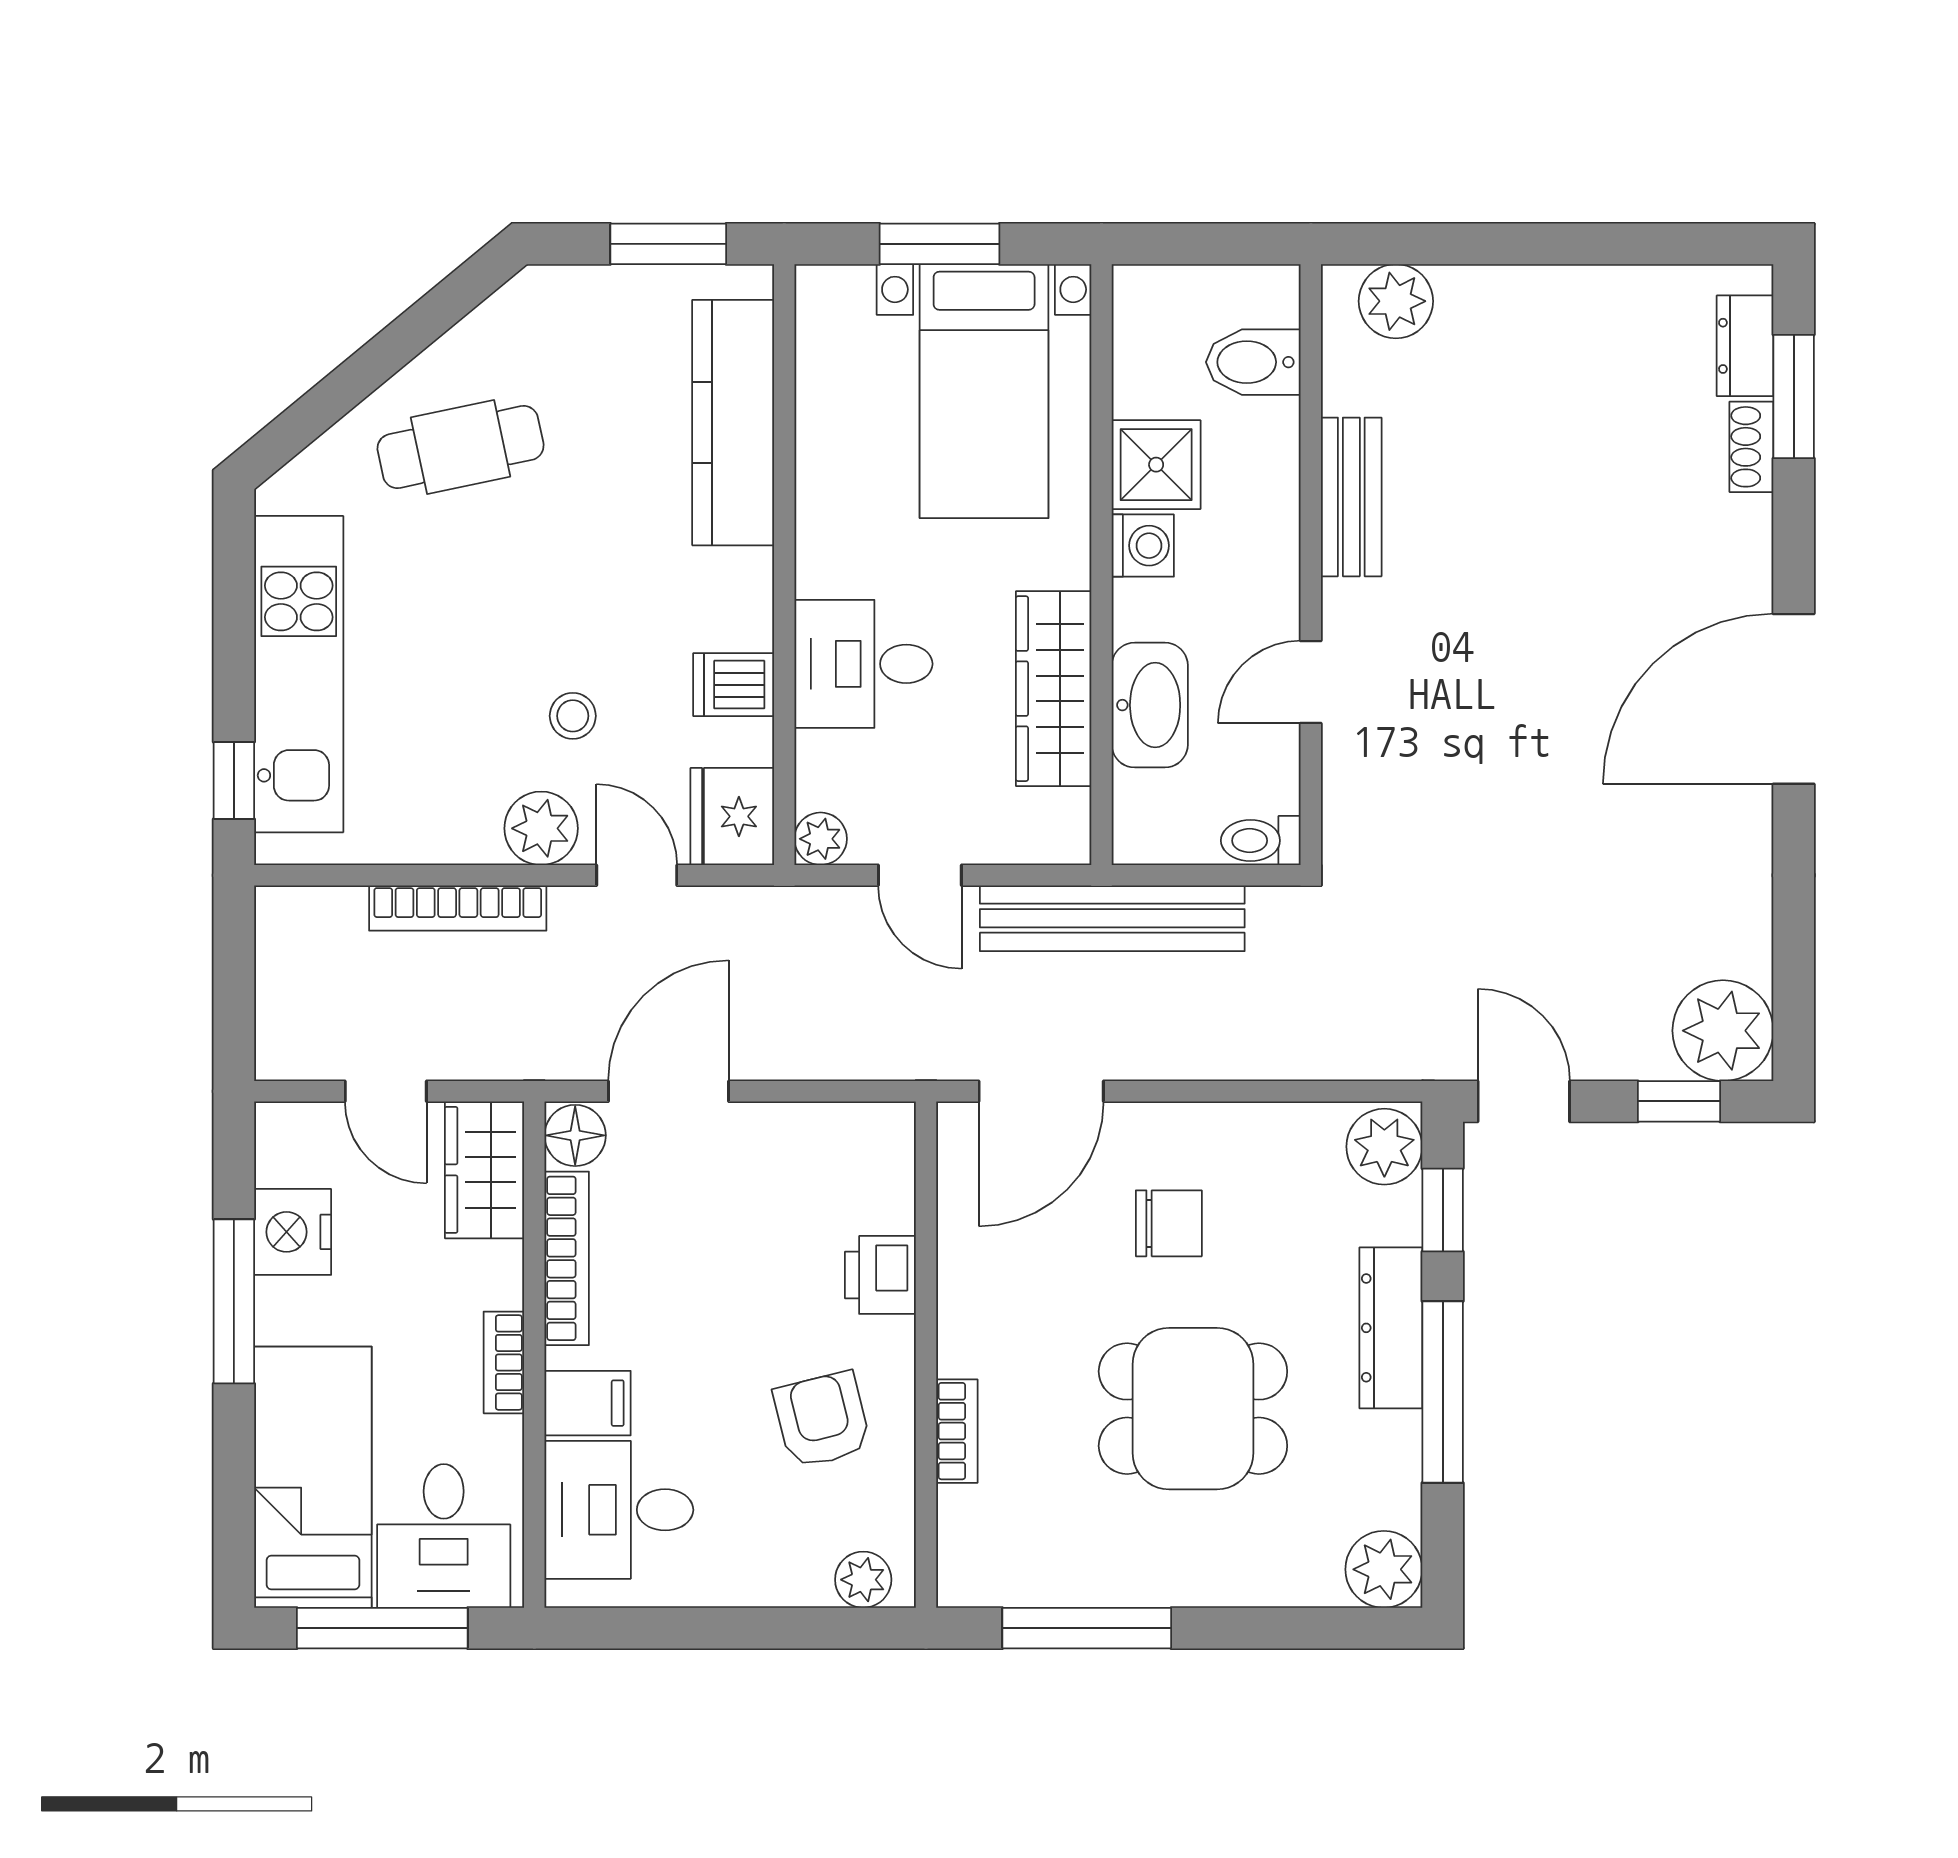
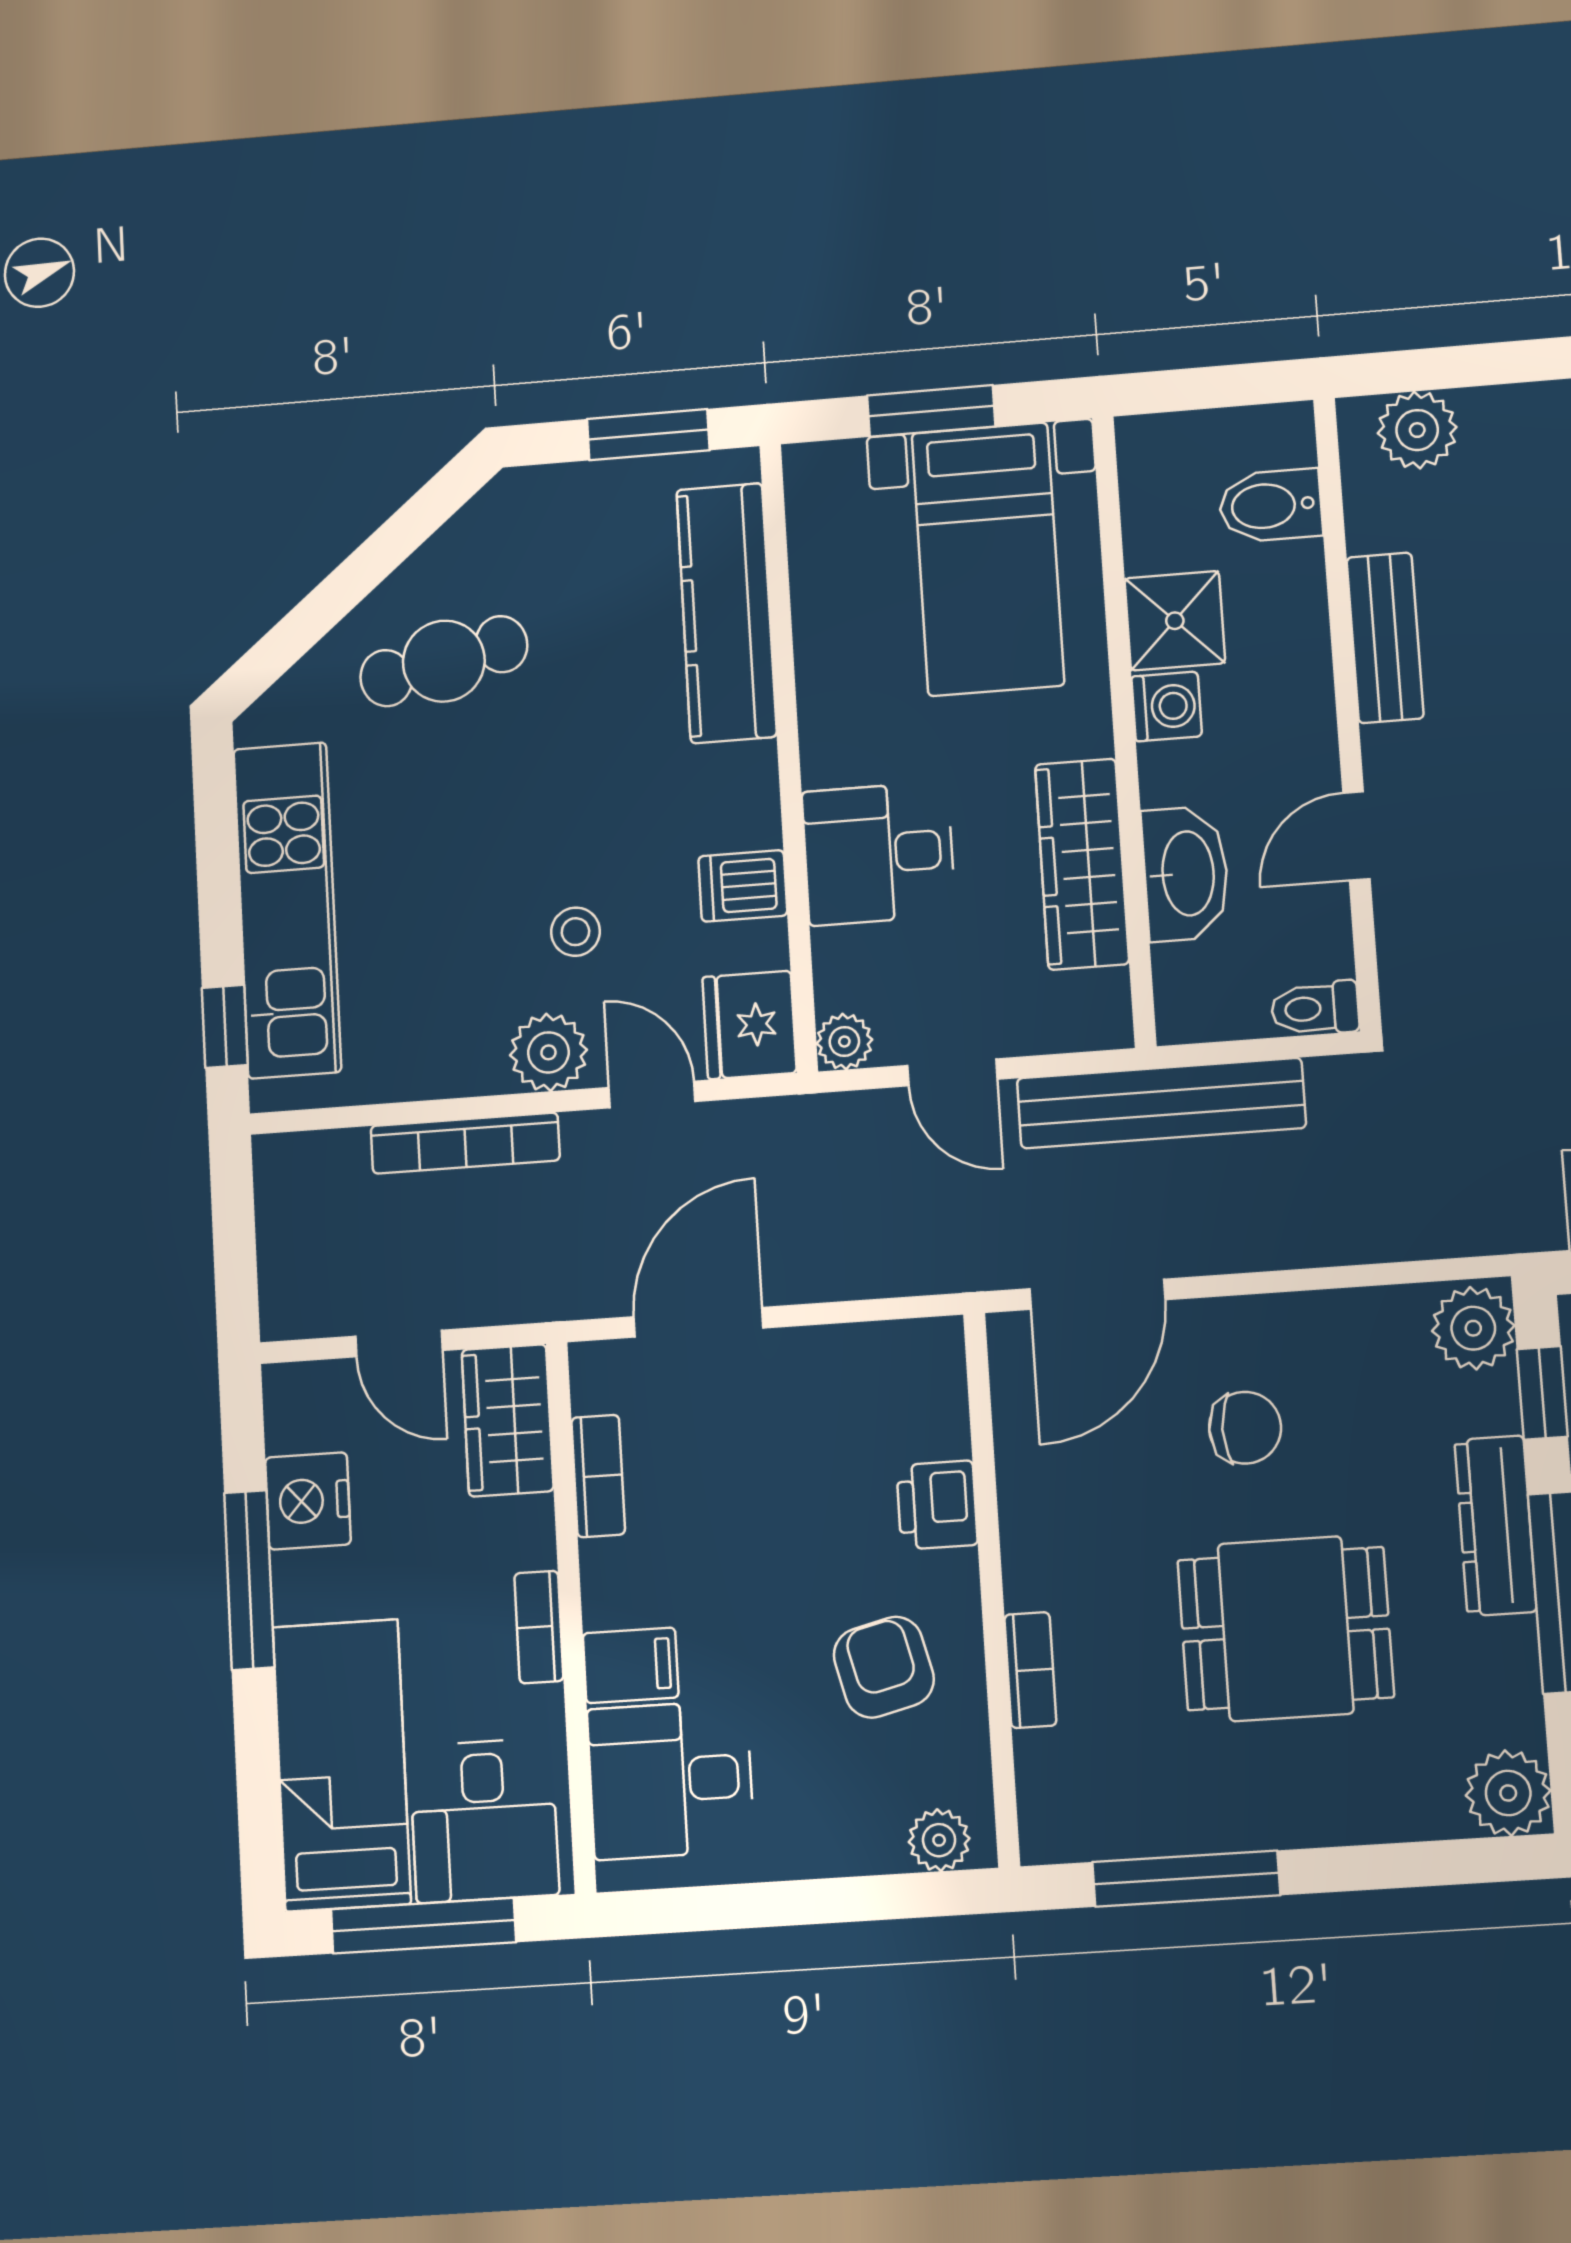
floor lamp: (575, 1135) -> (602, 1377), removed
bookcase: (567, 1258) -> (598, 1476), width x0.64

